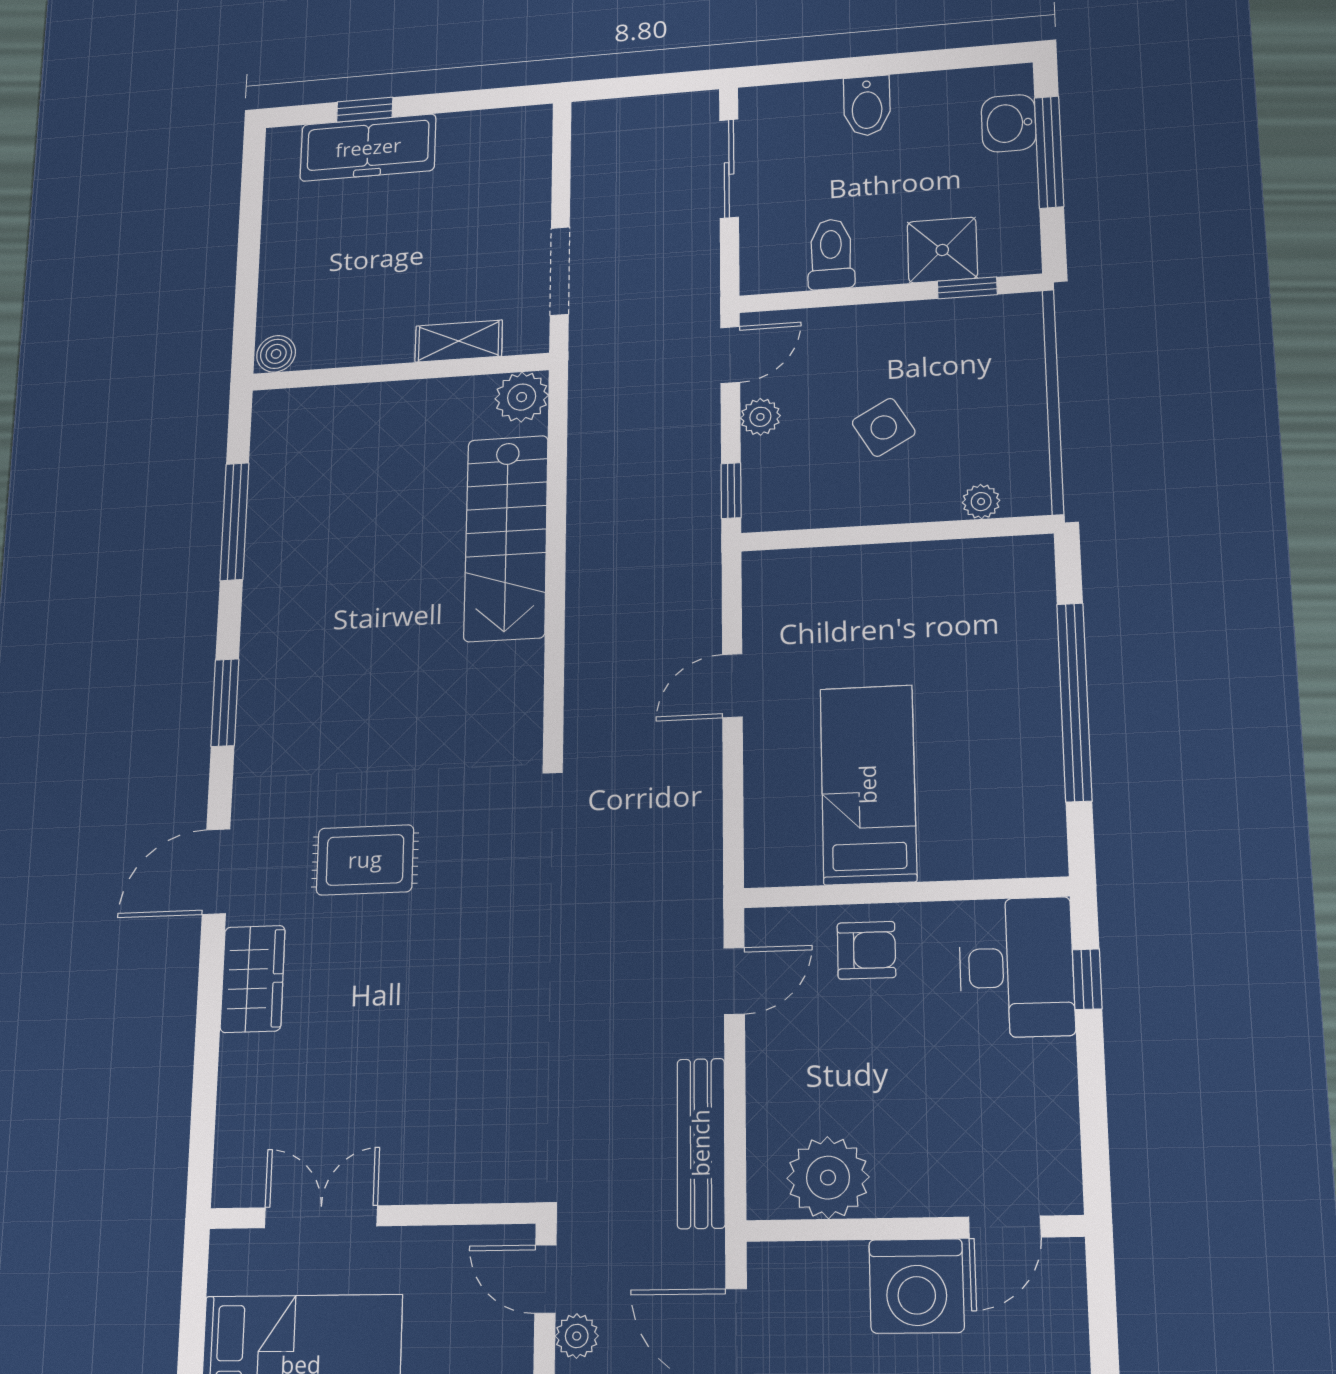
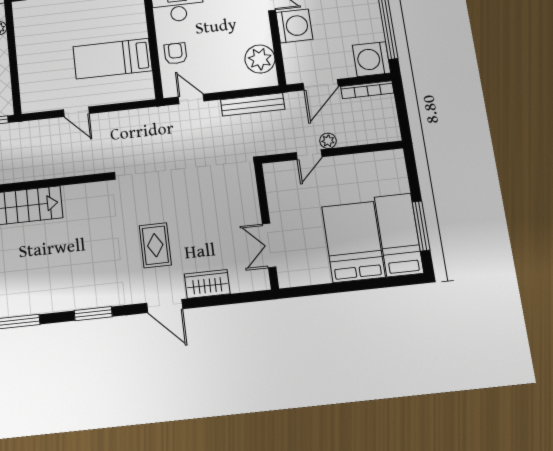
wall: (371, 1216) -> (266, 226), moved
double door: (321, 1217) -> (269, 245), moved

